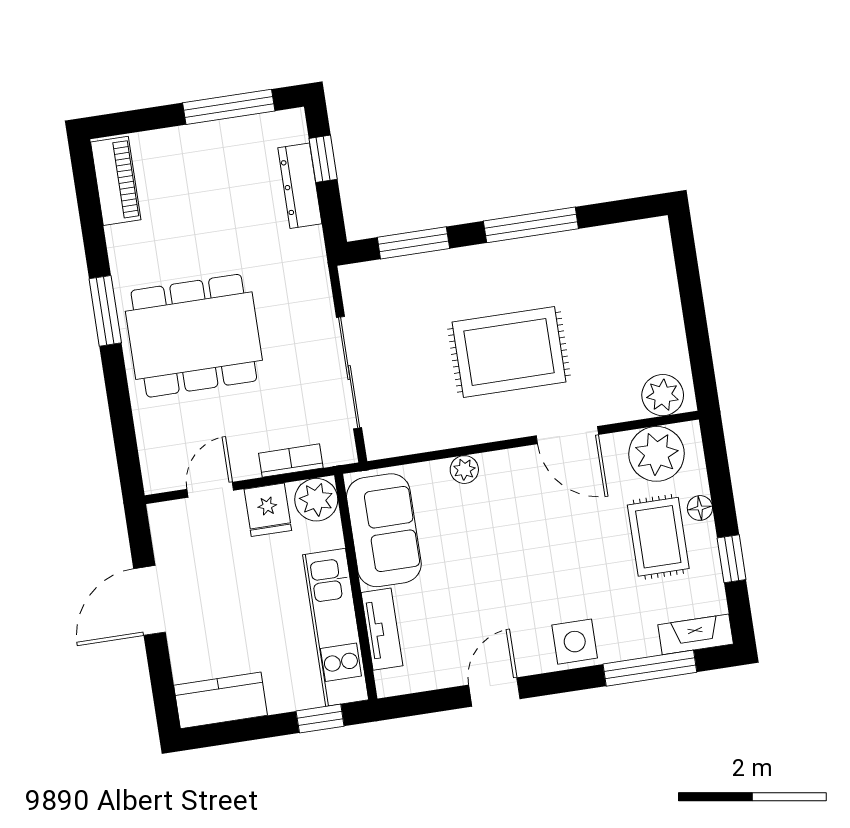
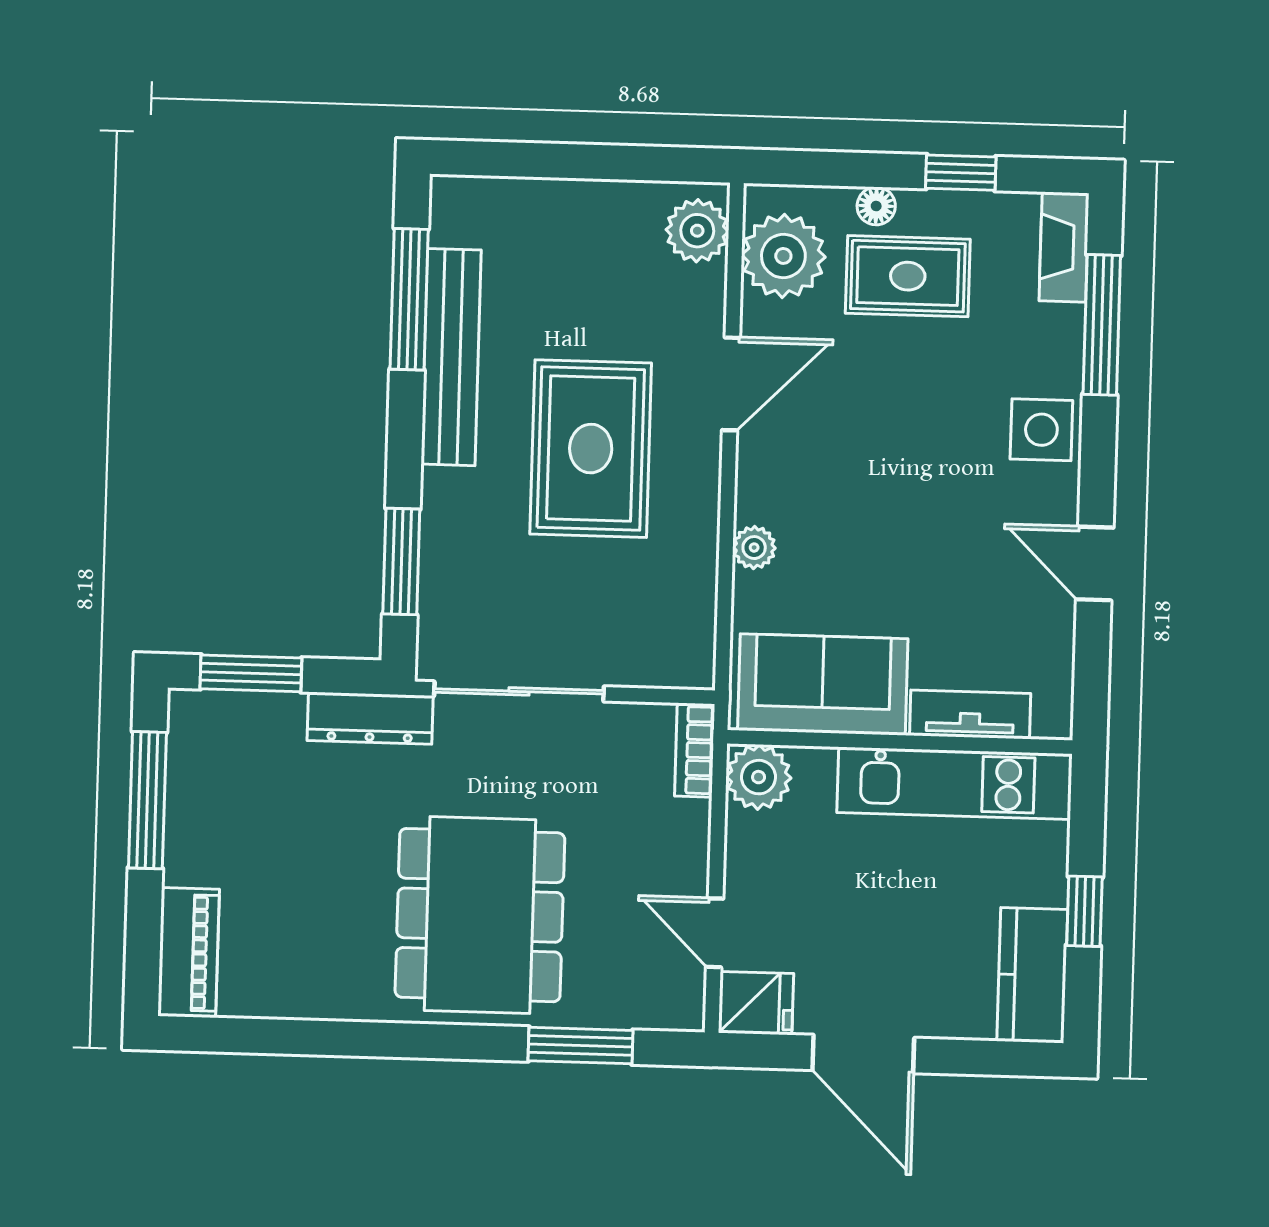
window: (323, 159) -> (251, 673), width x1.50
piano: (116, 181) -> (189, 953), moved, turned 90
dresser: (300, 186) -> (370, 718), moved
window: (531, 225) -> (409, 299), moved
bench: (552, 251) -> (451, 357), added
window: (105, 311) -> (581, 1046), moved
sliding door: (349, 373) -> (519, 691), moved
bookcase: (291, 461) -> (695, 750), moved
fridge: (268, 510) -> (756, 1003), moved
window: (320, 719) -> (1084, 911), moved

